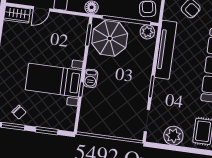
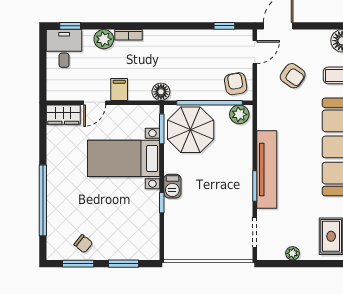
tv unit: (166, 50) -> (267, 170), moved
bed with nightstands: (54, 80) -> (124, 158), moved
plant: (173, 136) -> (293, 253), width x0.53, depth x0.53

